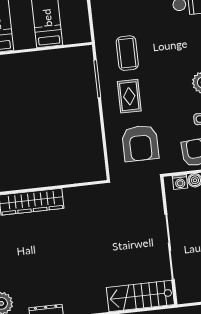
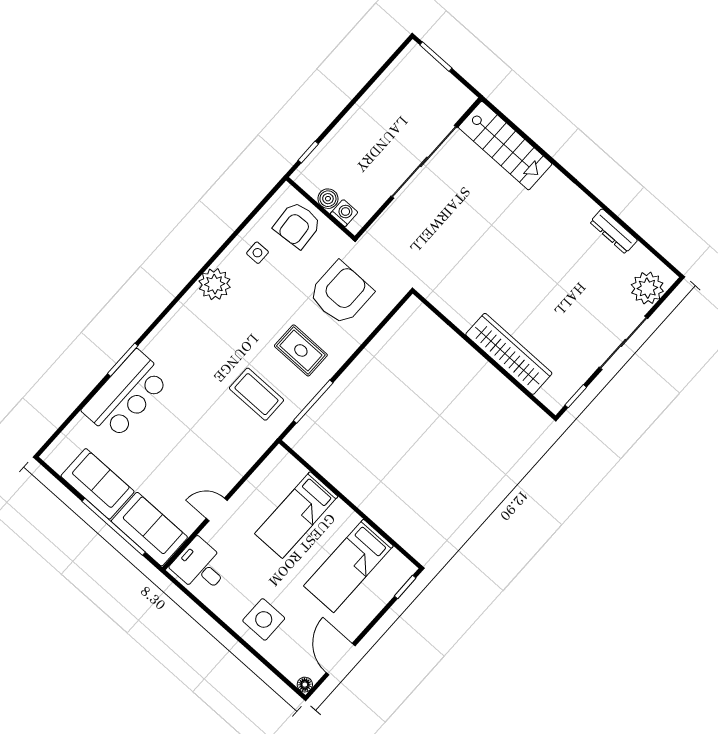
coffee table: (127, 53) -> (256, 394), turned 90
rug: (129, 96) -> (301, 350), turned 90

